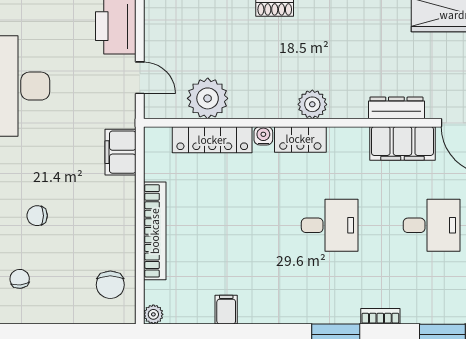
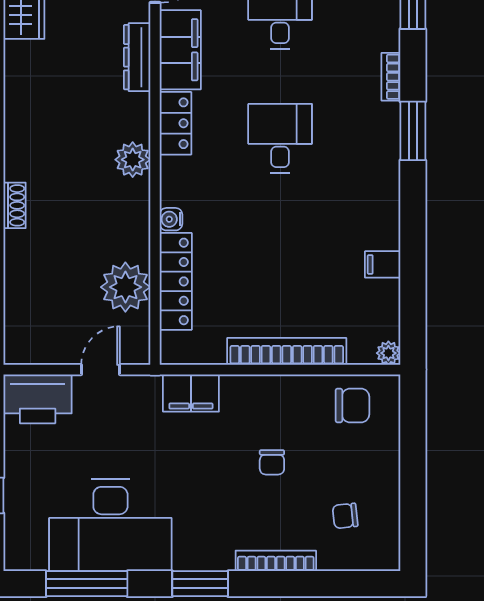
locker: (300, 139) -> (176, 123), moved
chair: (37, 216) -> (272, 462), moved

